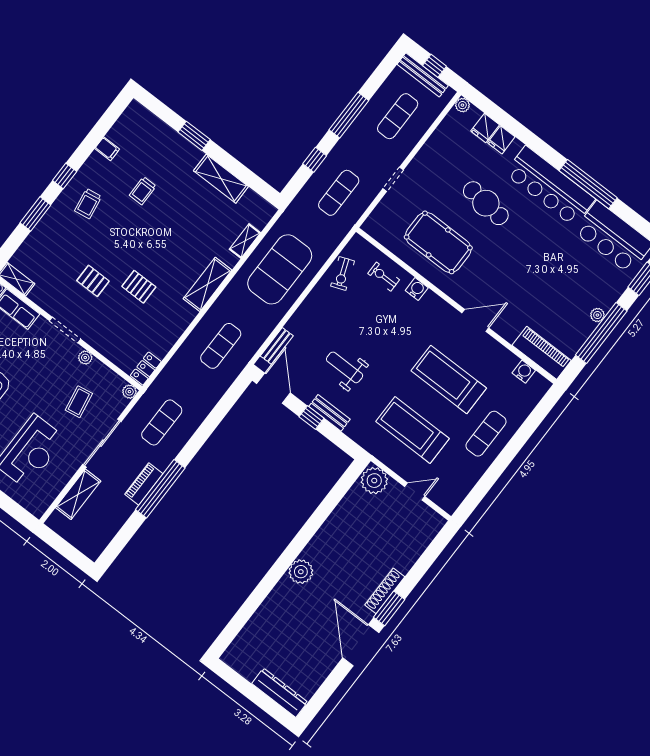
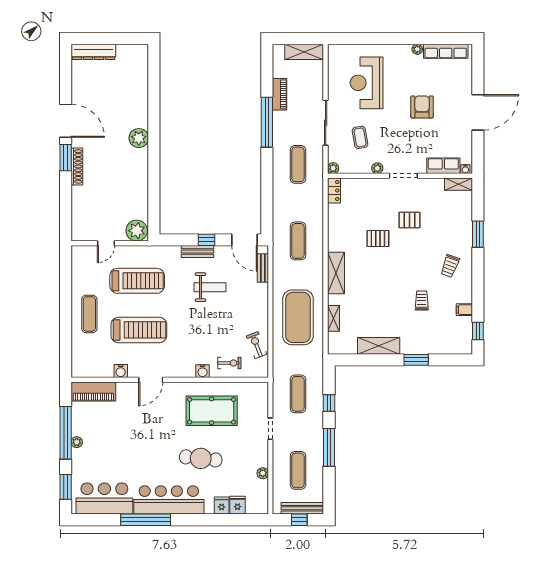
plant: (462, 105) -> (263, 473), moved
window: (65, 176) -> (478, 331), moved
trolley: (88, 204) -> (450, 266), turned -151
water cooler: (524, 372) -> (121, 371), moved
piano: (144, 484) -> (280, 94), moved
shelving: (78, 494) -> (304, 52), moved, turned 90

